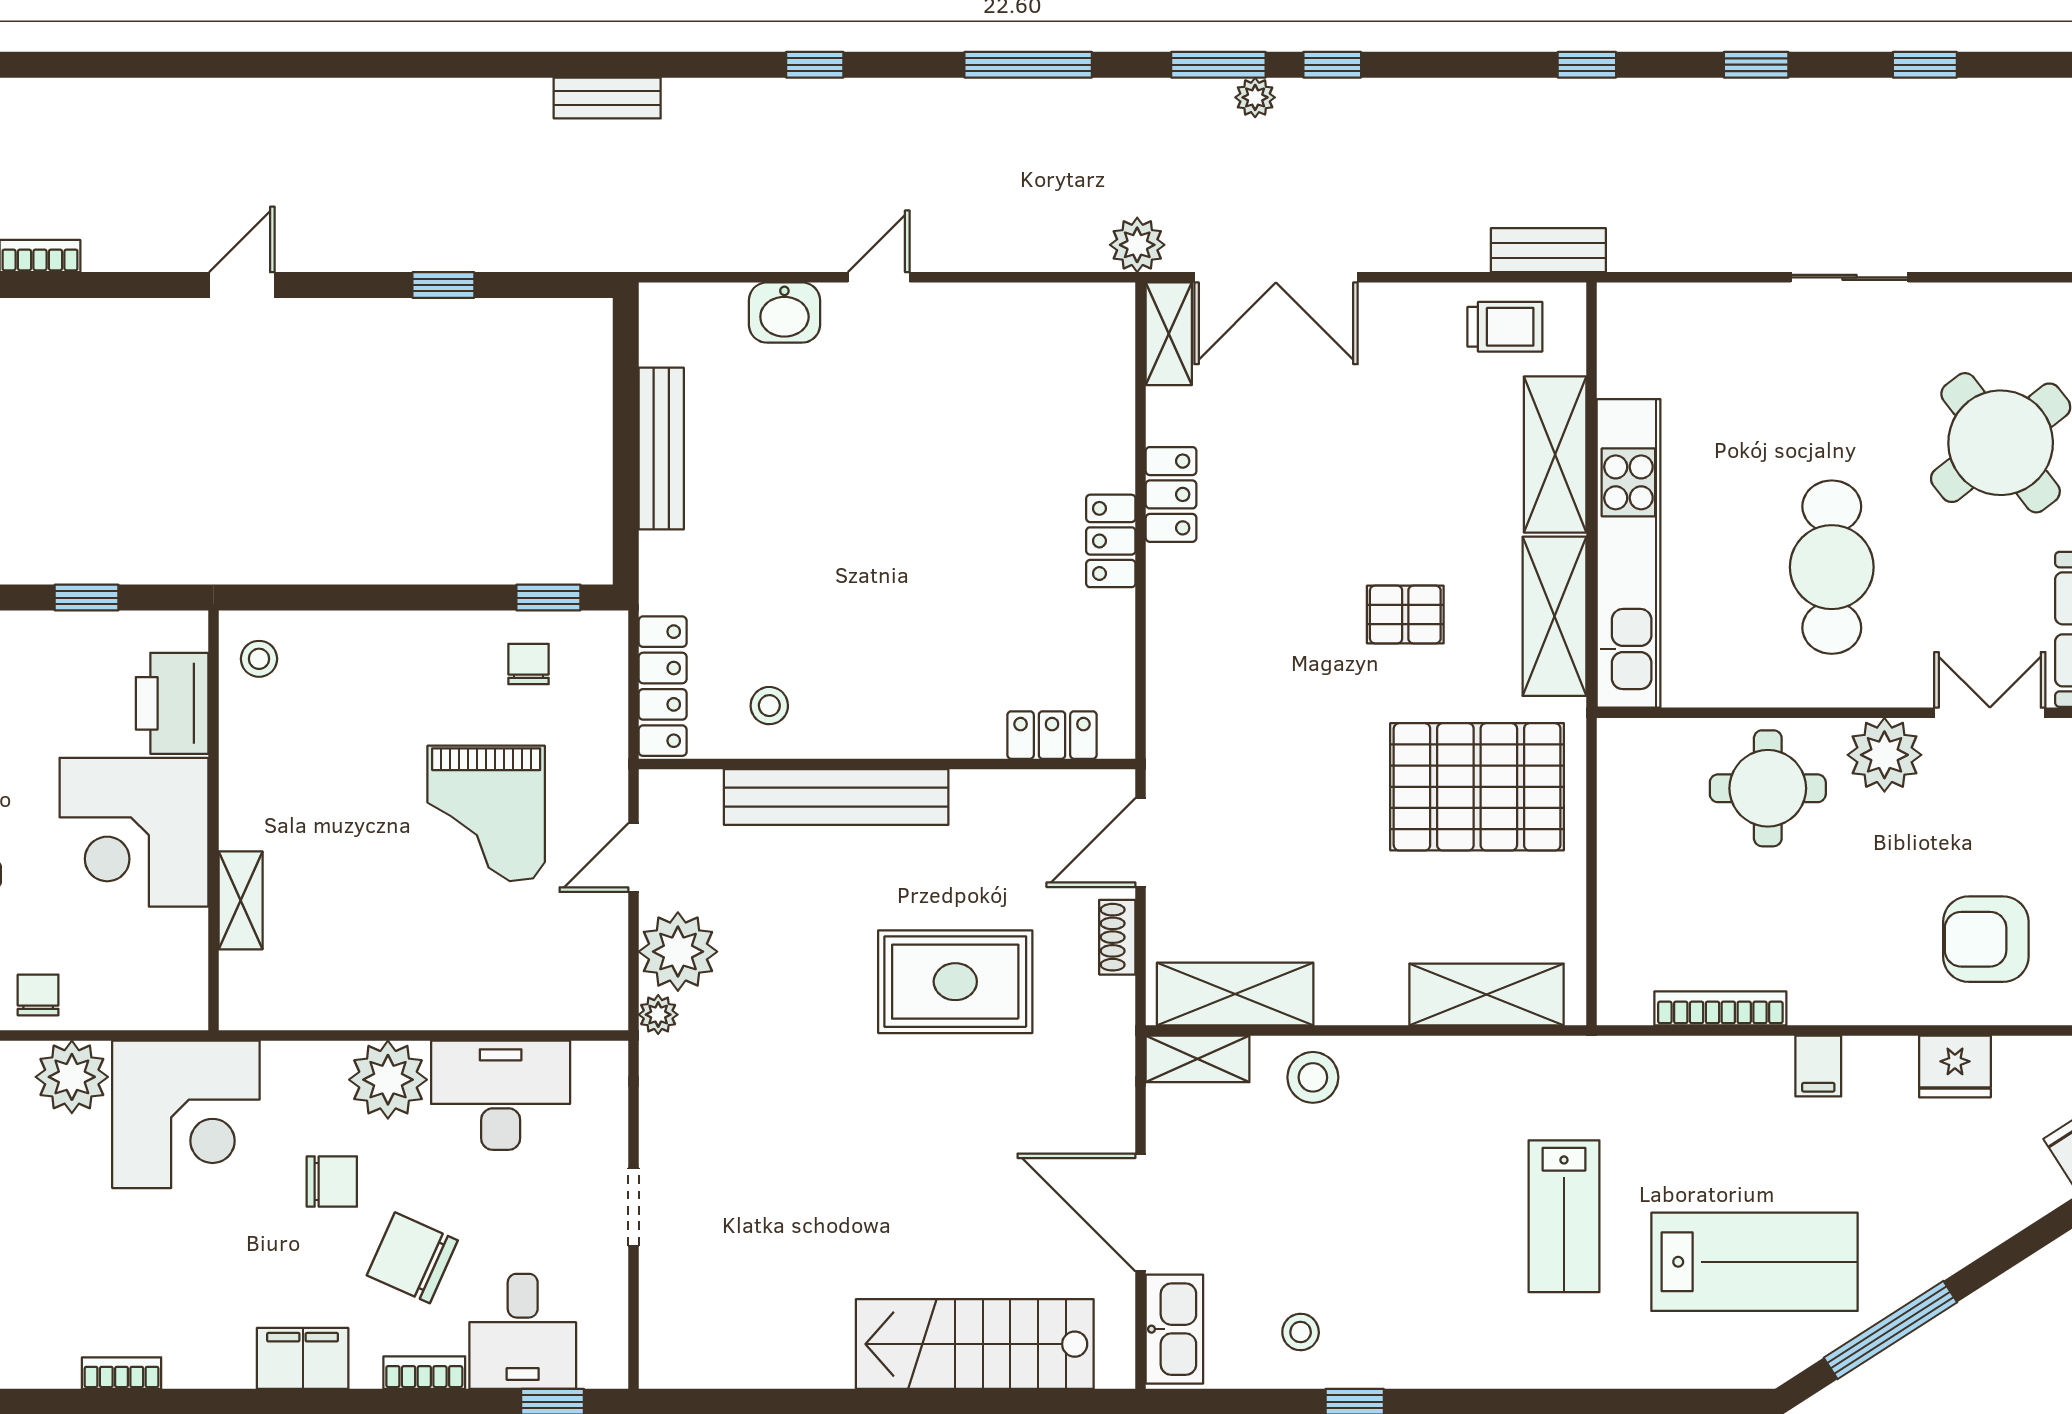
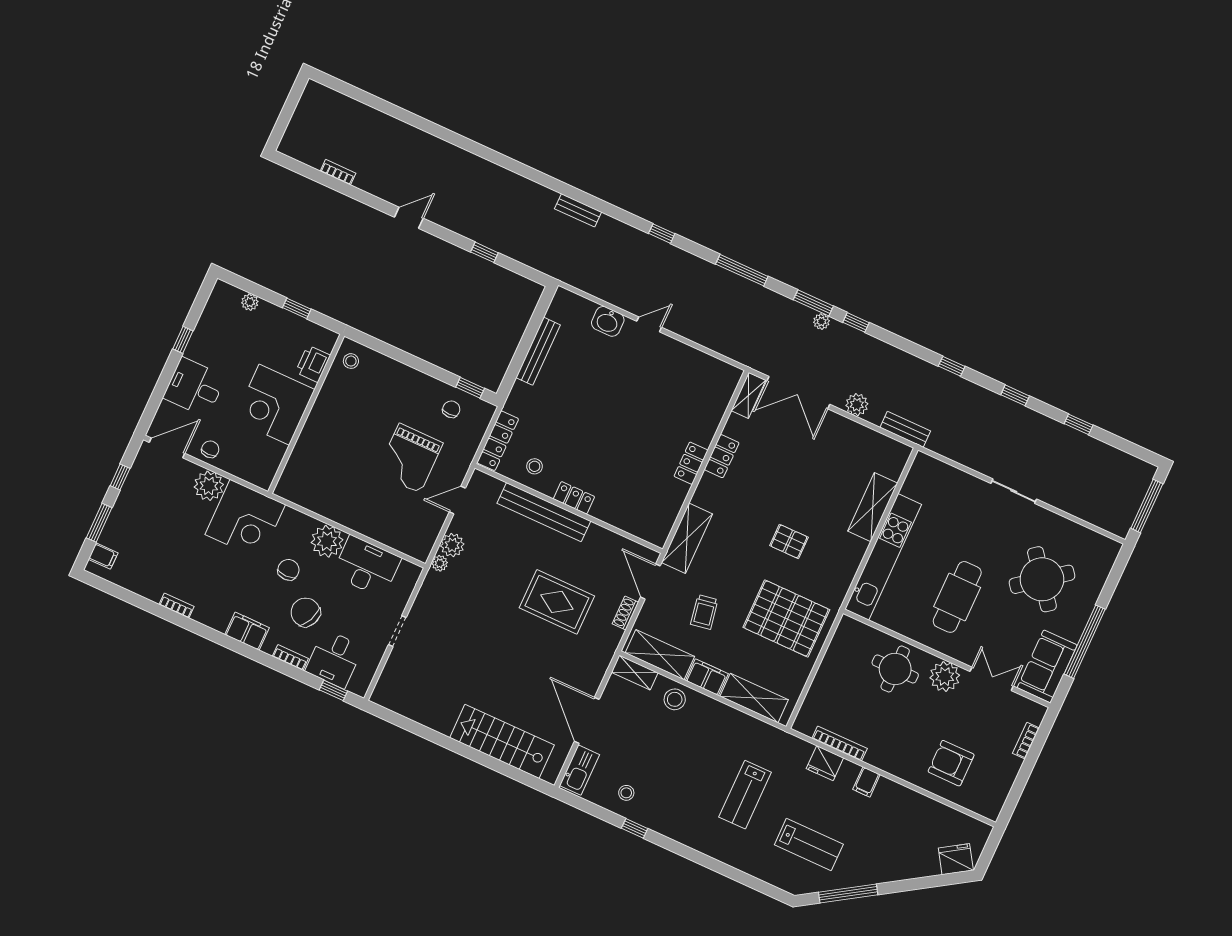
plant: (1137, 245) -> (857, 405), moved
trolley: (1505, 327) -> (704, 612), moved, turned 80
shelving: (1554, 616) -> (687, 538), moved
printer: (172, 703) -> (313, 364), width x0.73, depth x0.84
locker: (1052, 735) -> (574, 498), moved
door: (1141, 843) -> (650, 582), hinge flipped
shelving: (241, 900) -> (303, 449), removed
plant: (678, 952) -> (452, 545), width x0.73, depth x0.73
filing cabinet: (1361, 996) -> (707, 677), added
fridge: (1955, 1066) -> (825, 763), moved
chair: (332, 1182) -> (288, 570), turned -90
lab bench: (1755, 1262) -> (809, 844), width x0.73, depth x0.72

